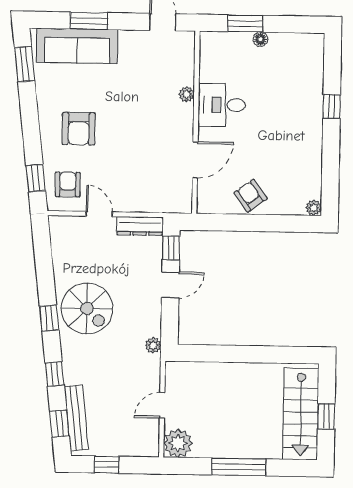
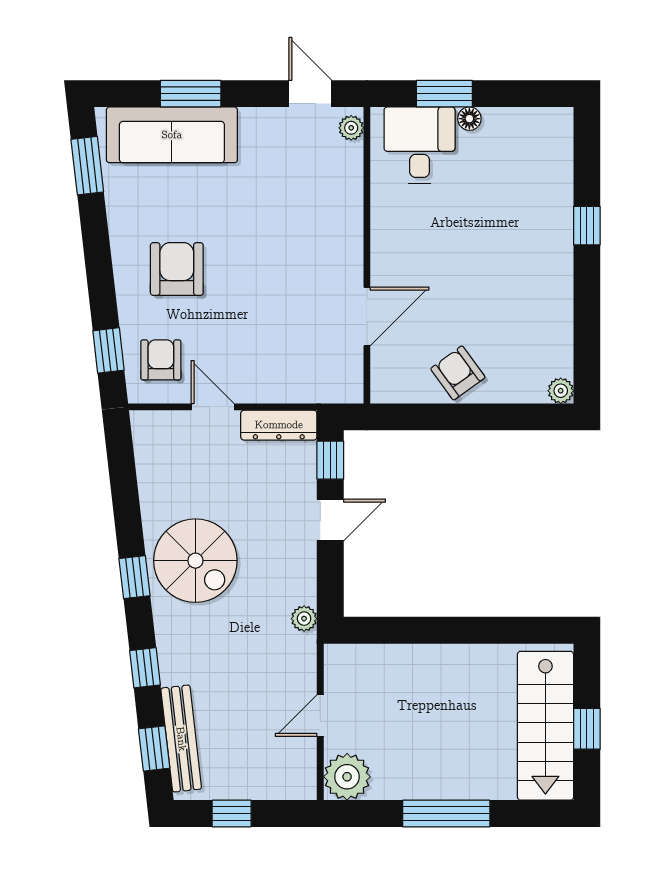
plant: (187, 94) -> (351, 128), moved
desk: (222, 105) -> (420, 145), moved, turned 90
armchair: (79, 129) -> (177, 269), turned 180

